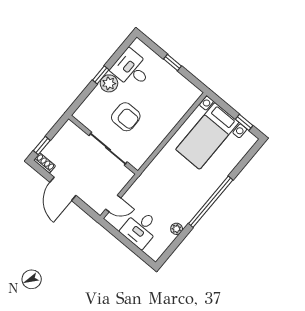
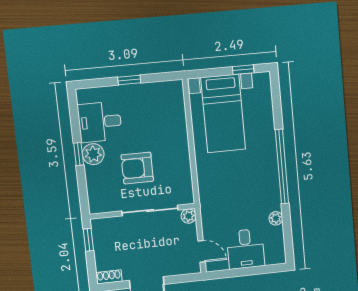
armchair: (126, 117) -> (137, 168), turned 180
window: (42, 145) -> (88, 240), moved
plant: (127, 175) -> (189, 216), added
door: (113, 204) -> (202, 251), hinge flipped

